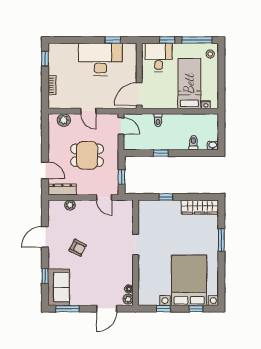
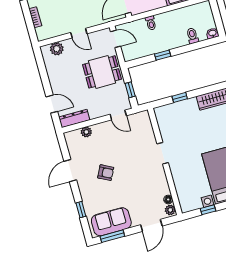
dining table: (87, 155) -> (102, 72), moved
sofa: (59, 287) -> (111, 222), moved, turned -90

